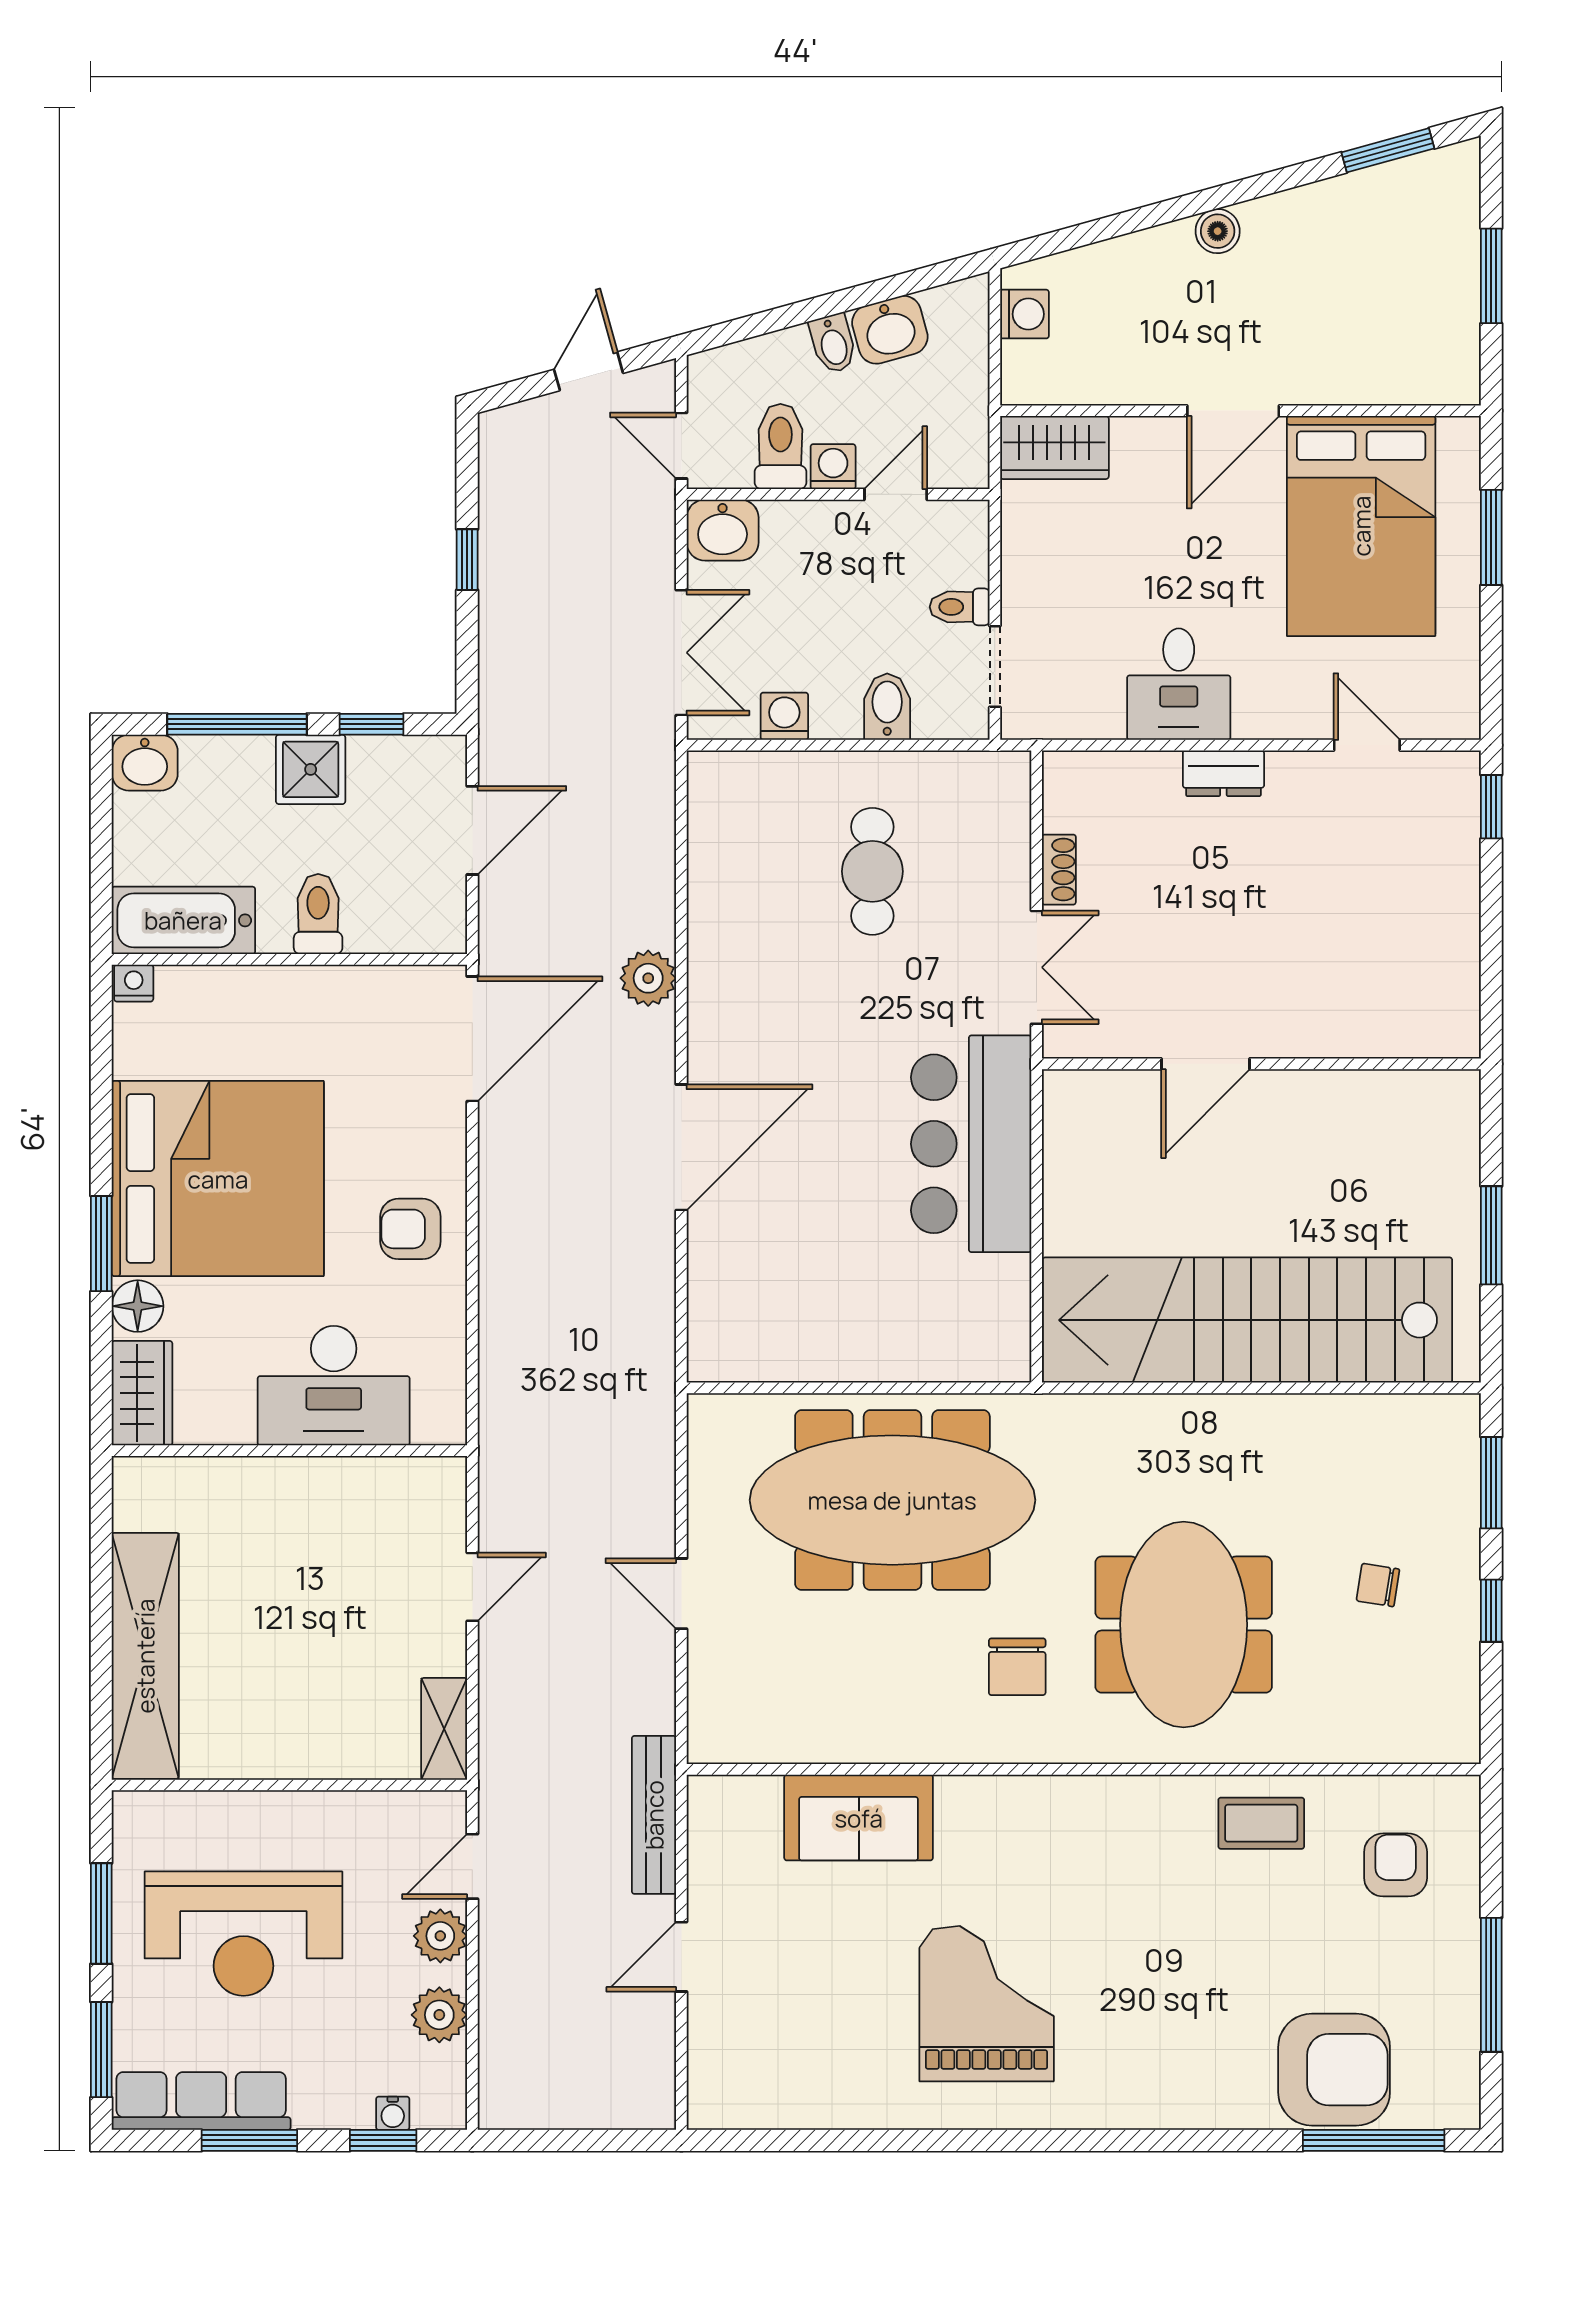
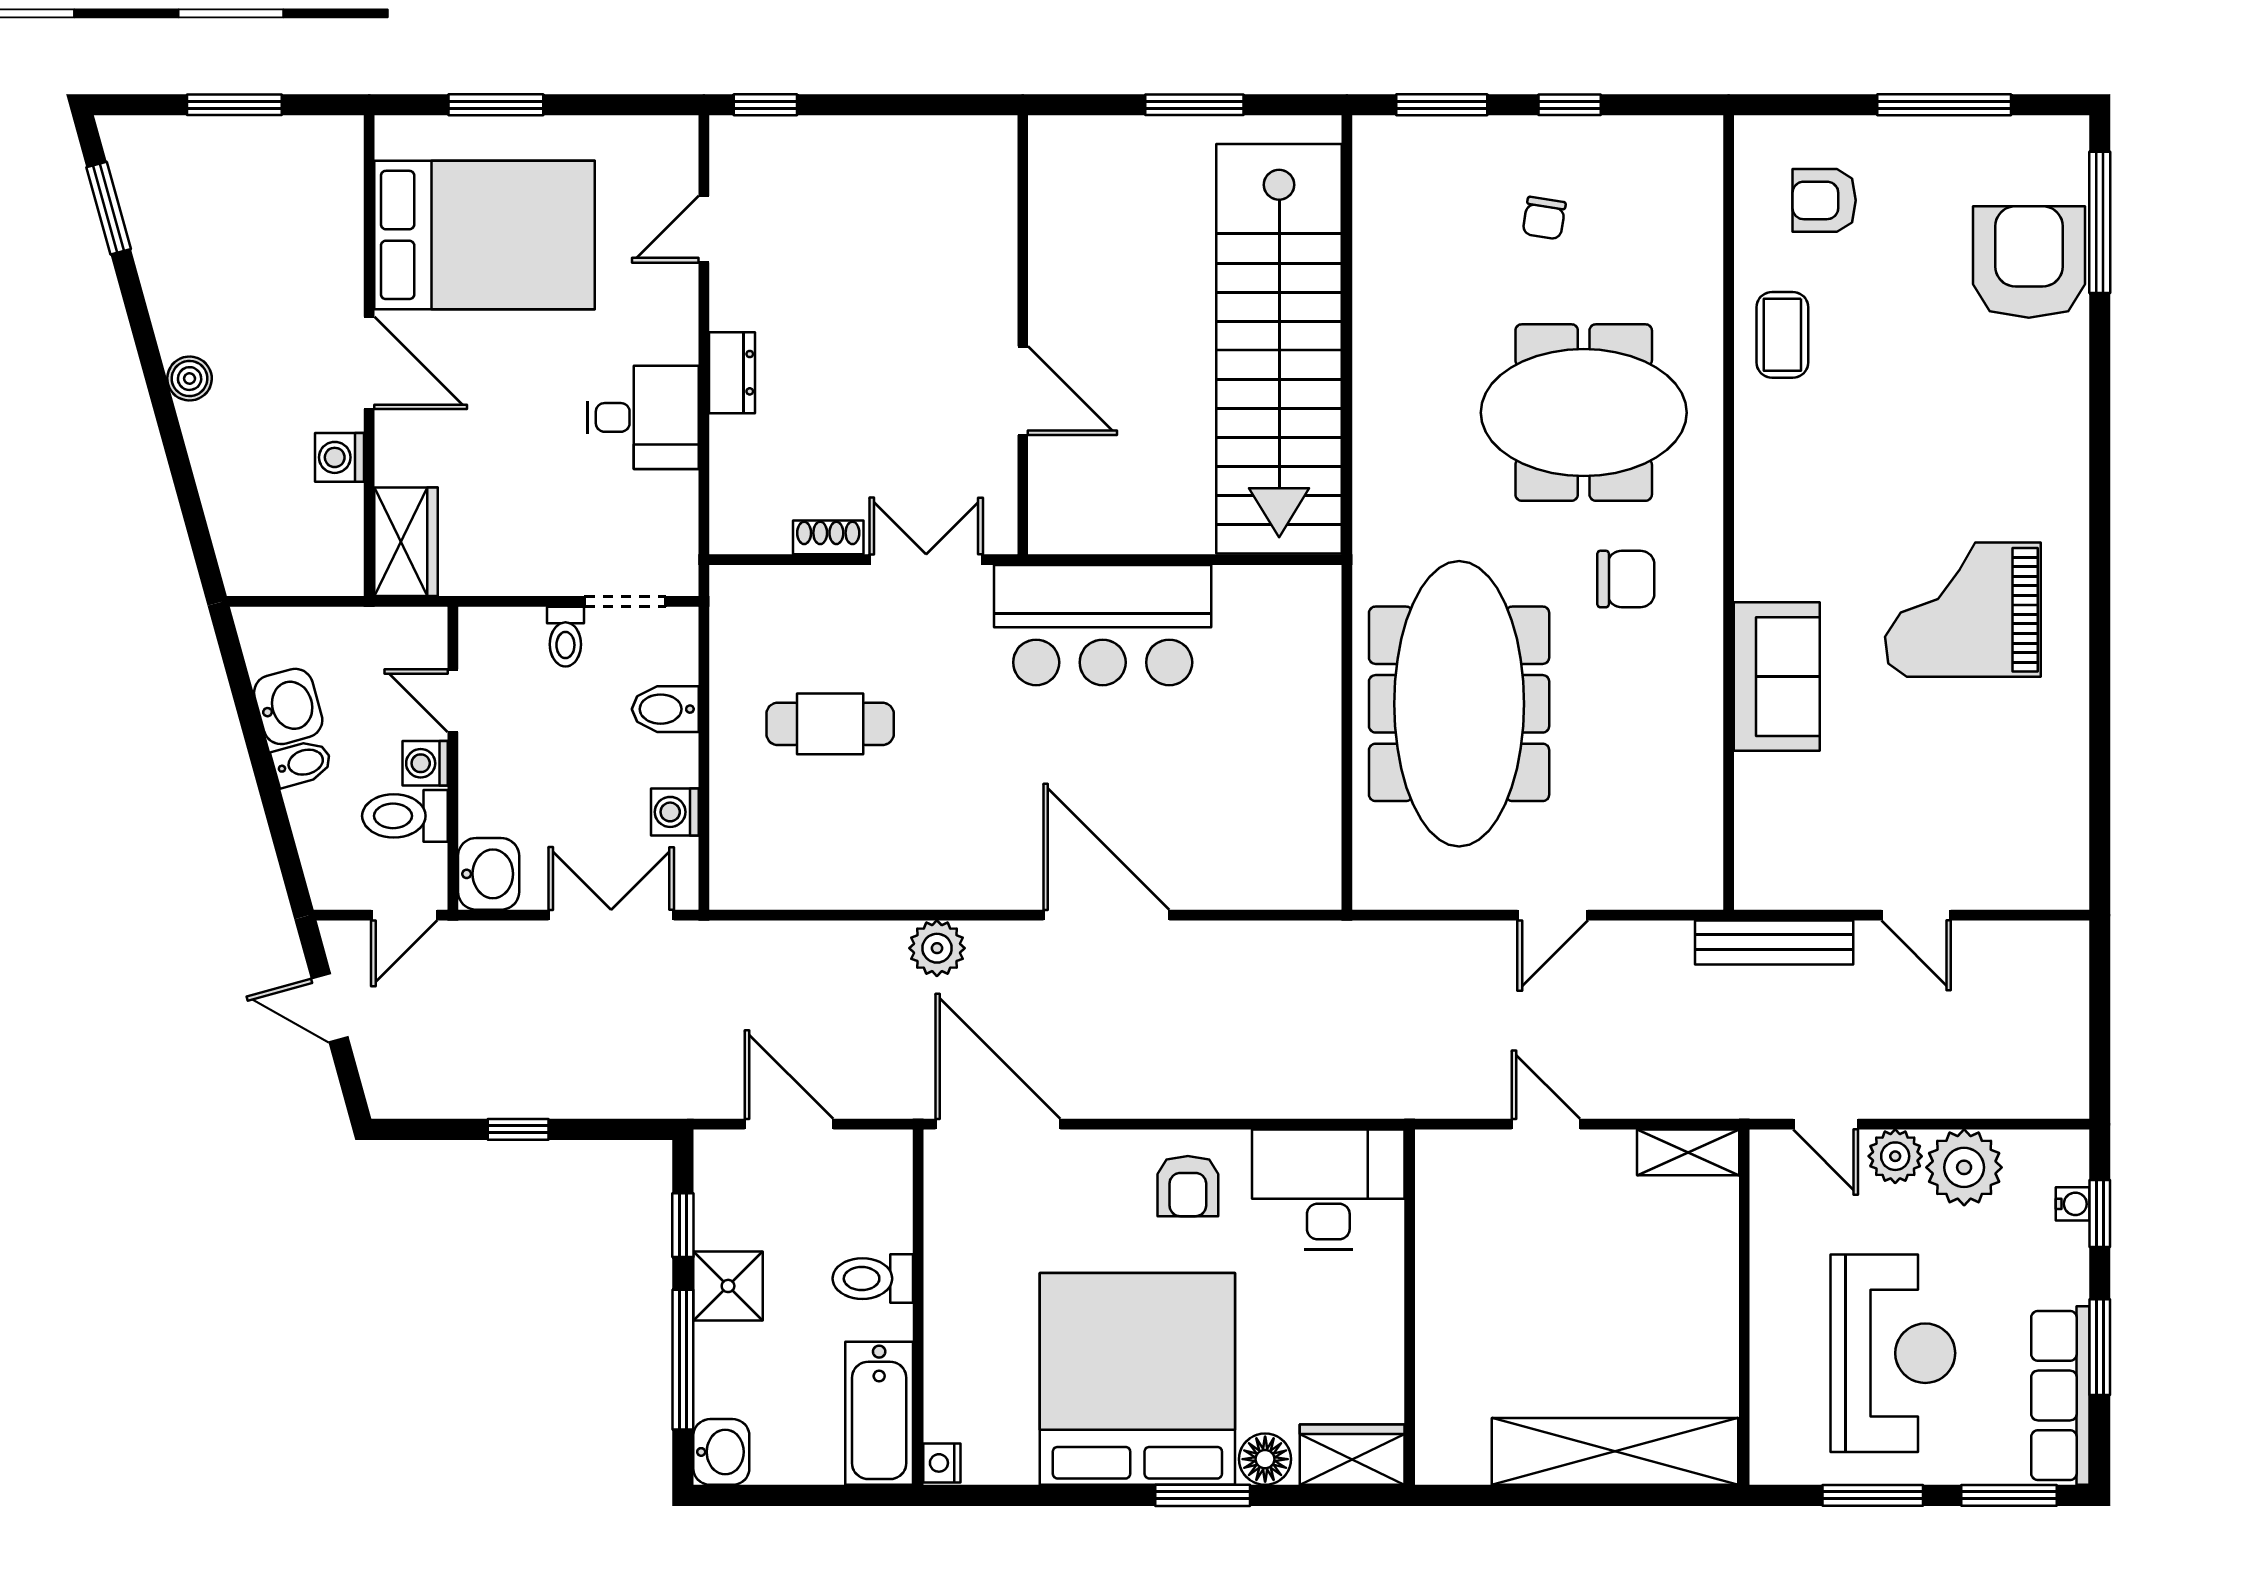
washing machine: (1024, 314) -> (340, 457), moved, turned -90
desk: (334, 1386) -> (1328, 1189), moved, turned -90
sofa: (859, 1818) -> (1777, 677), moved
plant: (439, 2015) -> (1964, 1167), width x1.36, depth x1.36

